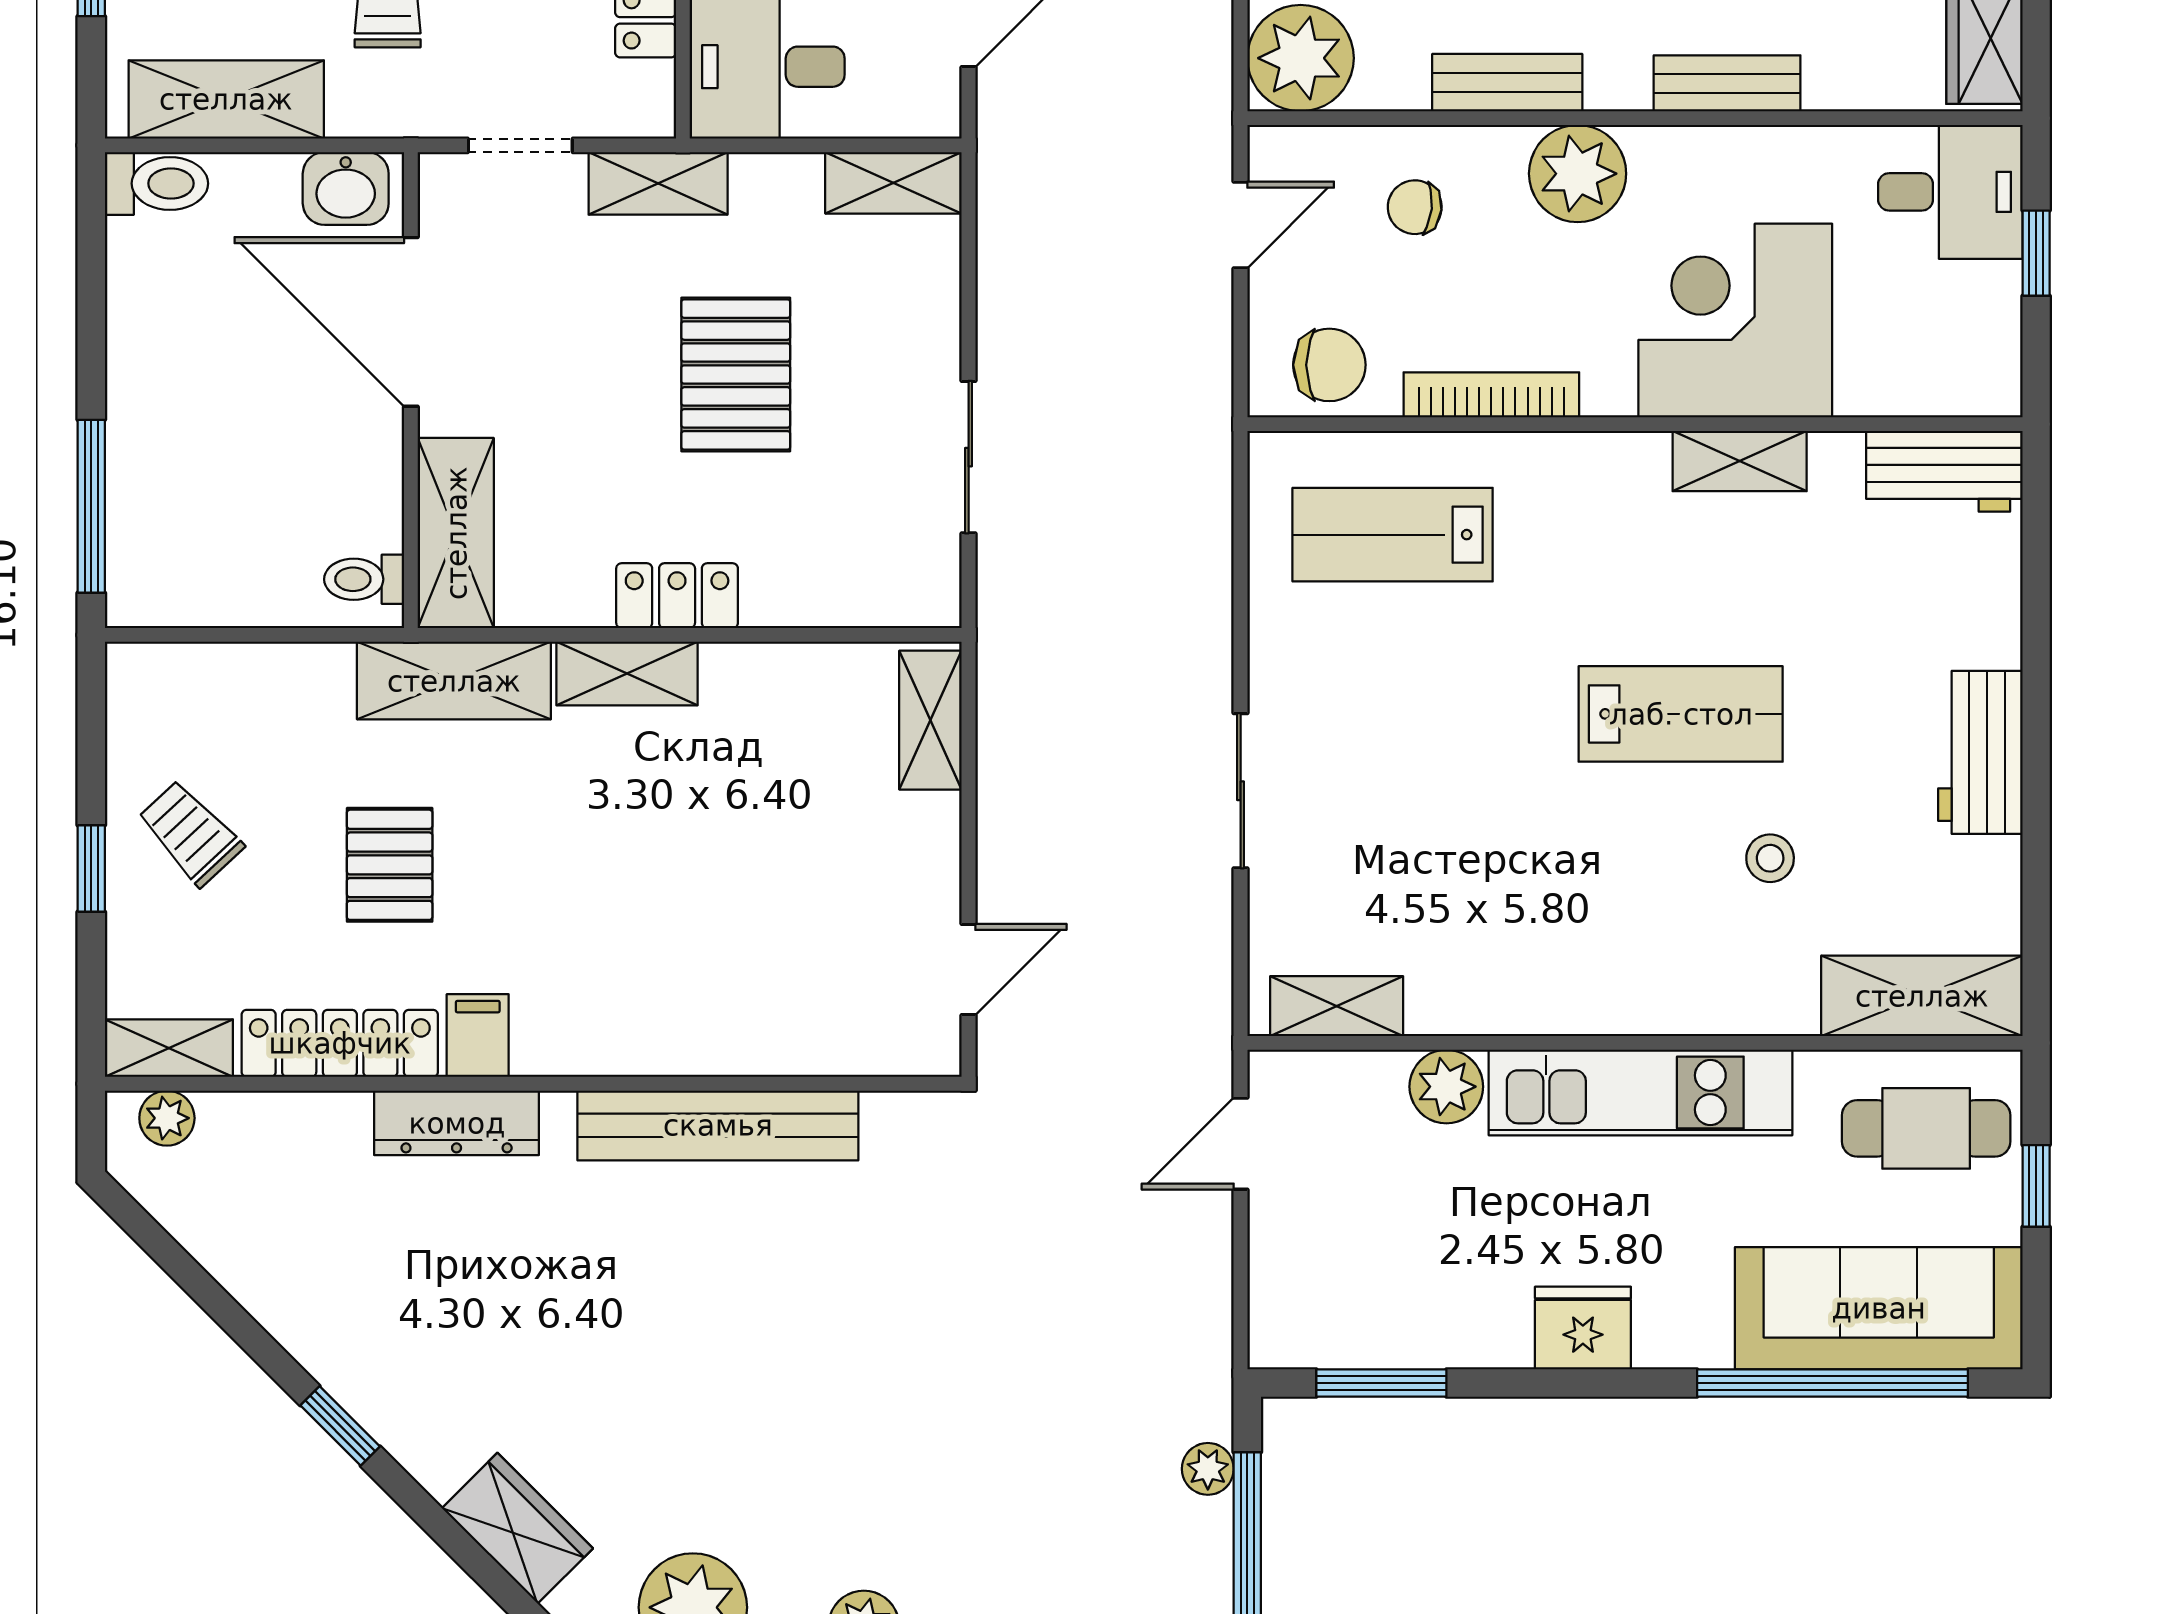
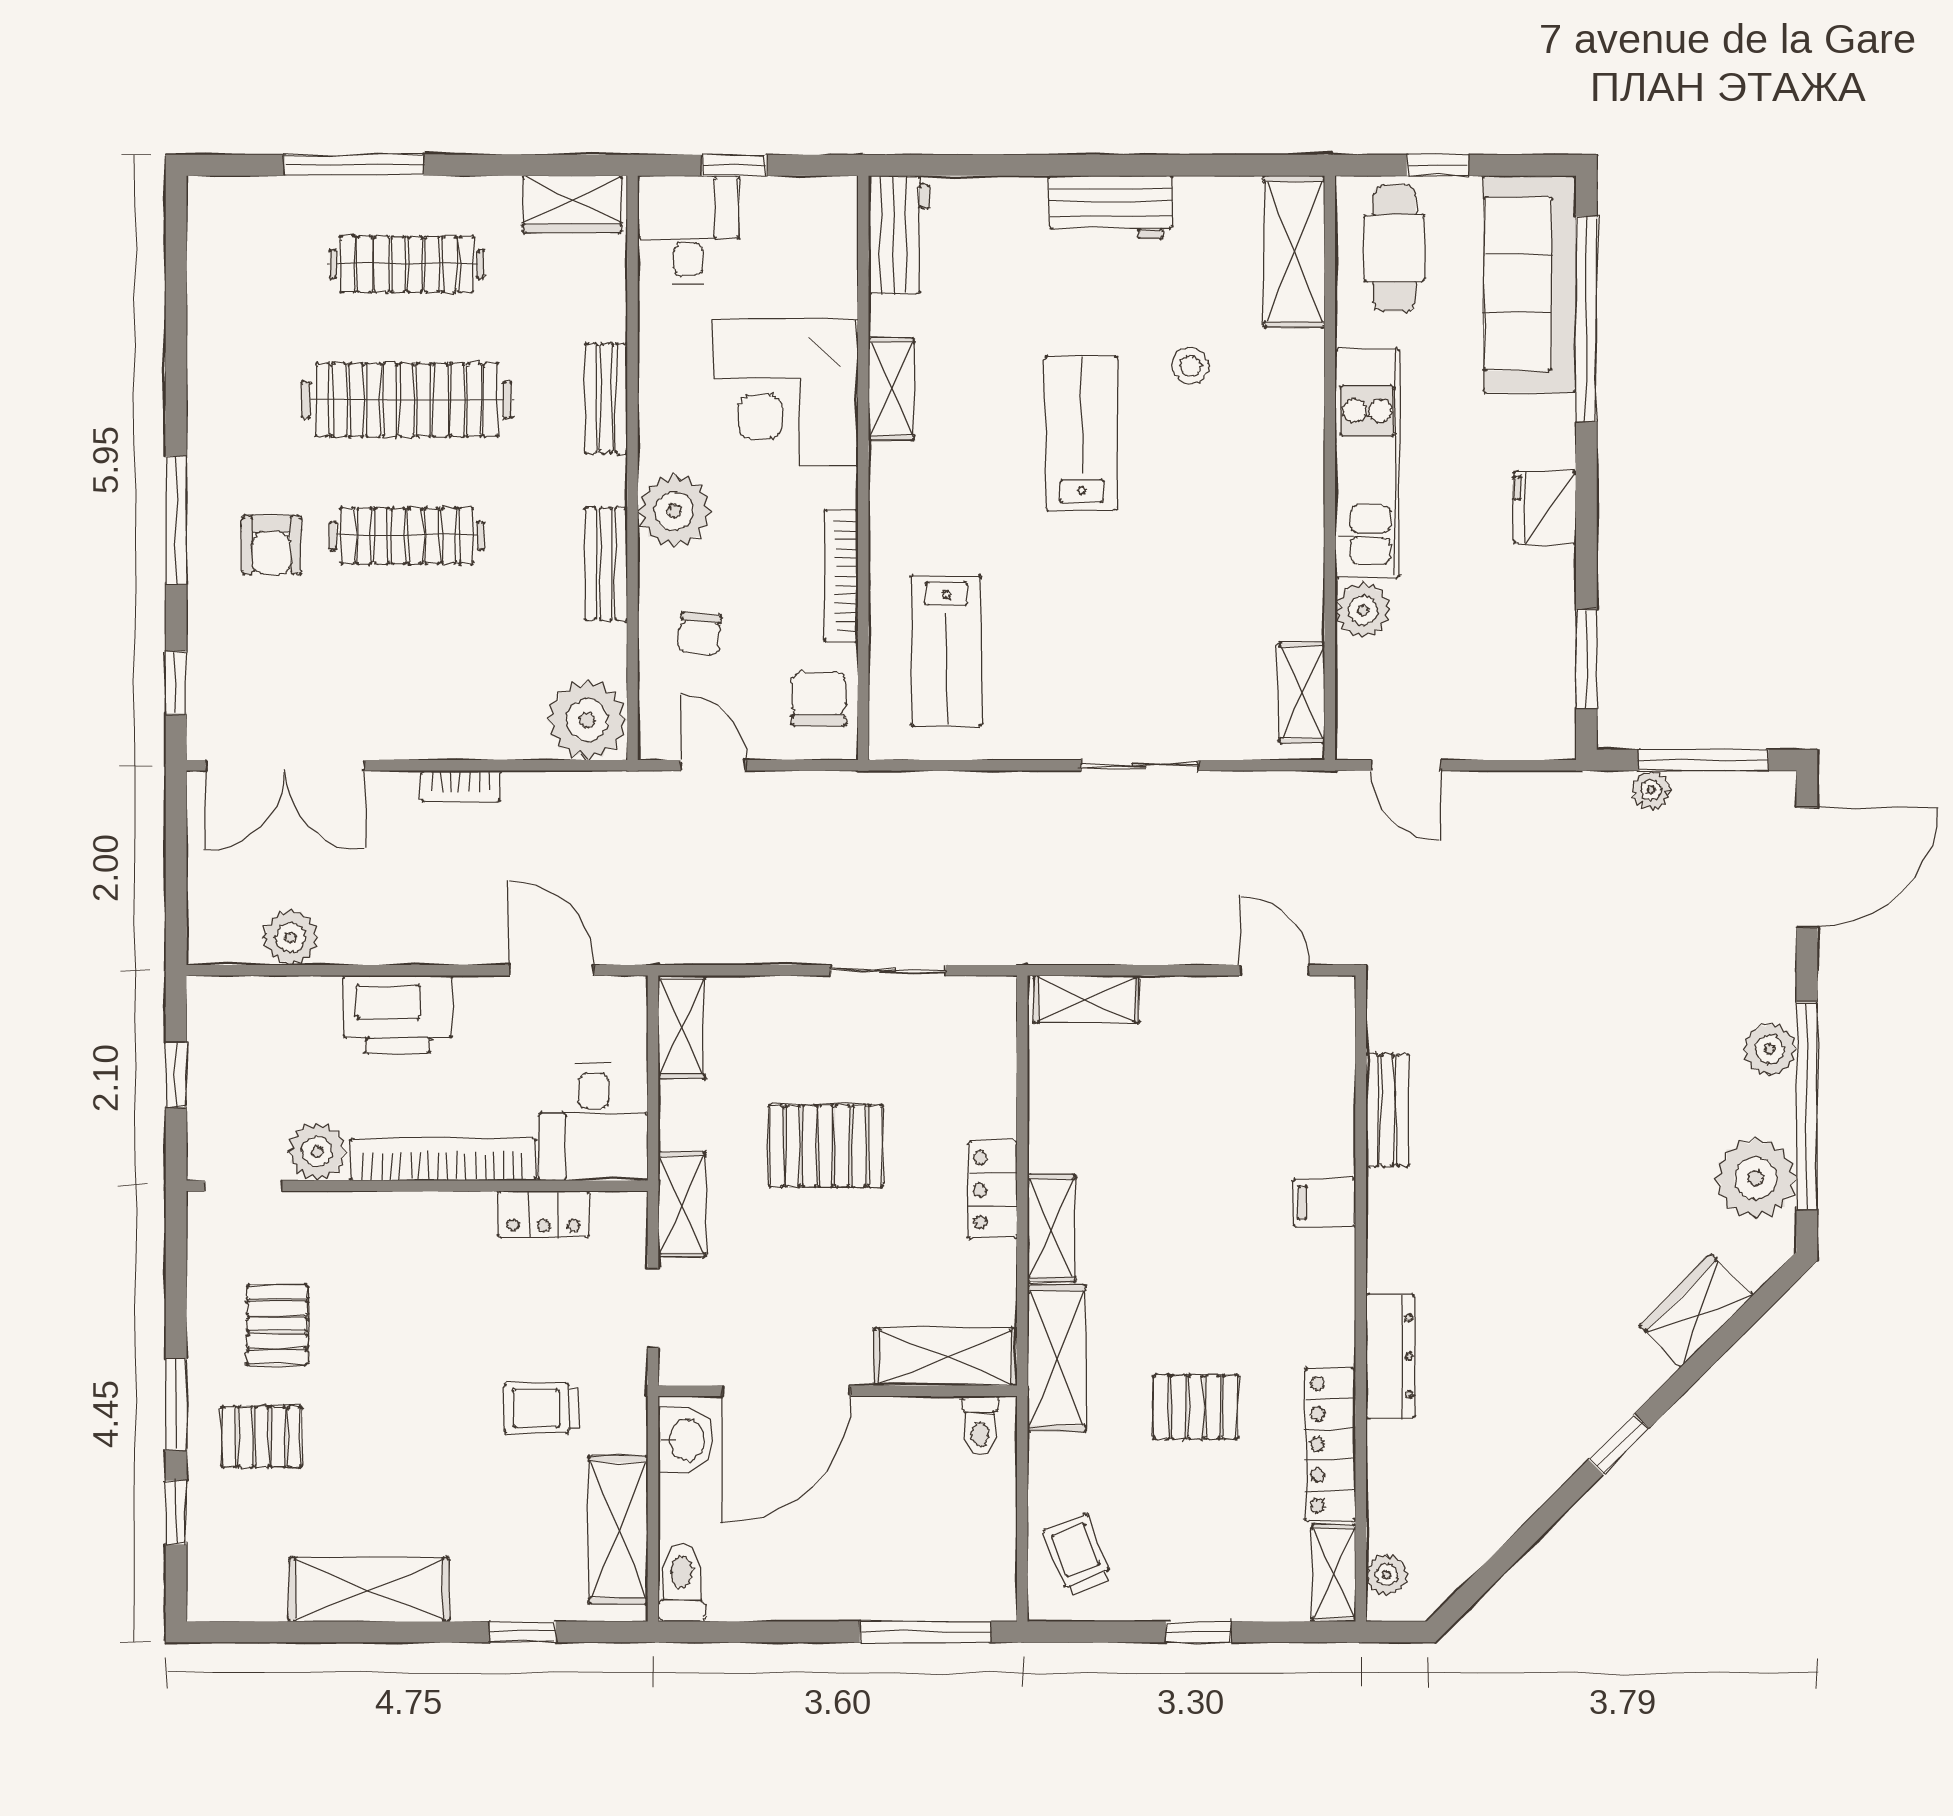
trolley: (190, 833) -> (1078, 1555), moved, turned 112
filing cabinet: (478, 1036) -> (1324, 1203), moved
bench: (718, 1125) -> (1387, 1110), width x0.54, depth x0.82

